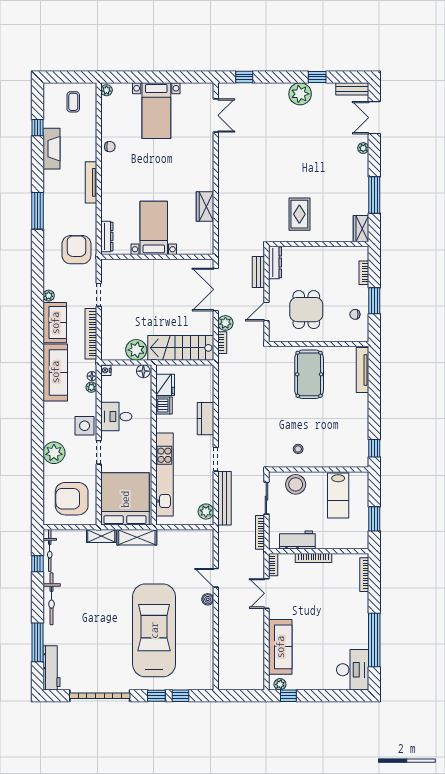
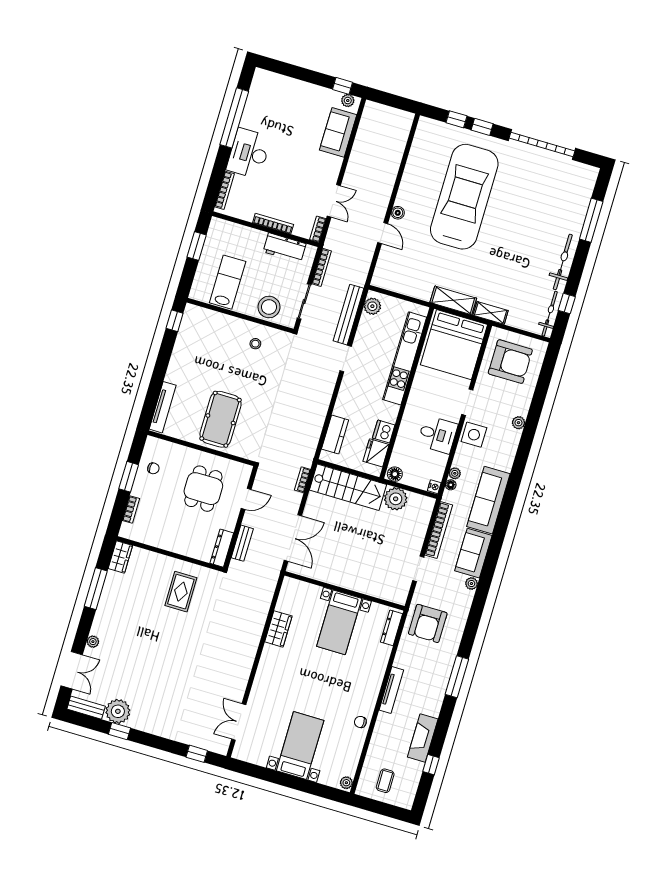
plant: (300, 94) -> (118, 711), moved
plant: (225, 323) -> (293, 500), removed
kitchen counter: (205, 419) -> (335, 435), moved
plant: (54, 453) -> (518, 423), width x0.53, depth x0.53
car: (154, 630) -> (464, 197), turned 180
sofa: (280, 647) -> (338, 132), width x0.73
workbench: (51, 668) -> (584, 189), removed
desk: (353, 670) -> (249, 153), moved

